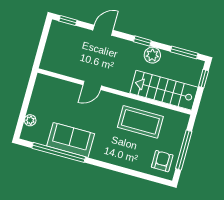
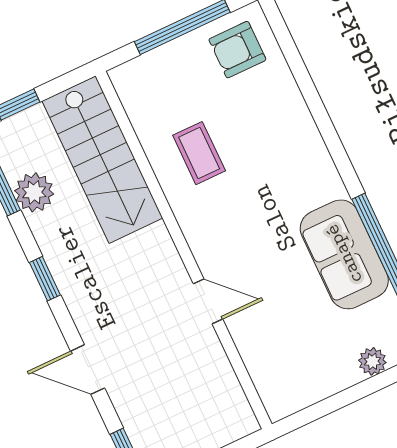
plant: (152, 55) -> (34, 192), moved
coffee table: (140, 122) -> (199, 153), width x0.54, depth x0.58

